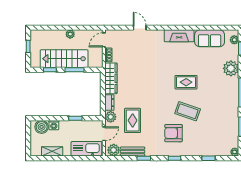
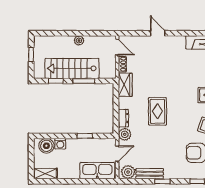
door: (104, 40) -> (117, 47), swing flipped
wardrobe: (111, 78) -> (125, 85), width x0.67
rug: (133, 120) -> (157, 111), moved
shelving: (52, 151) -> (45, 174), moved

